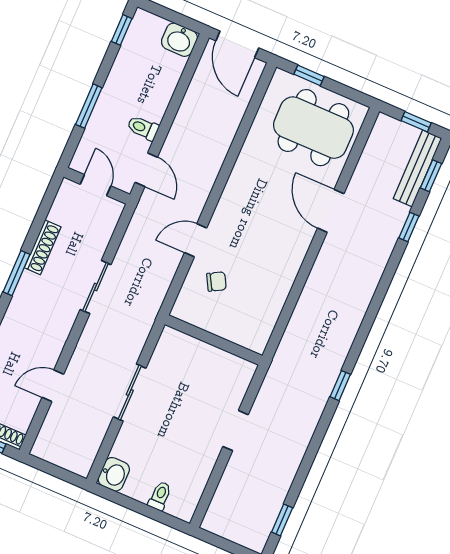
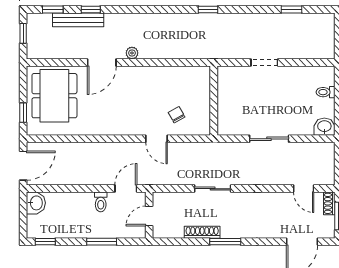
bench: (417, 168) -> (78, 20), moved
plant: (326, 257) -> (132, 53), added
door: (53, 386) -> (304, 189), moved
window: (282, 520) -> (291, 9), moved

